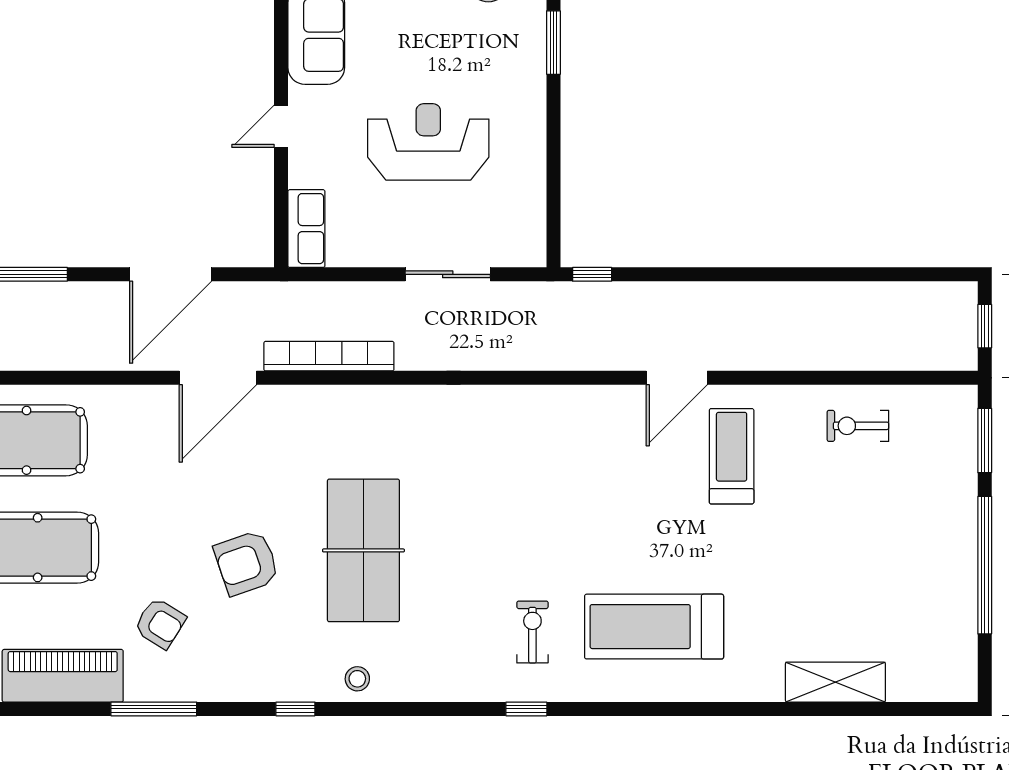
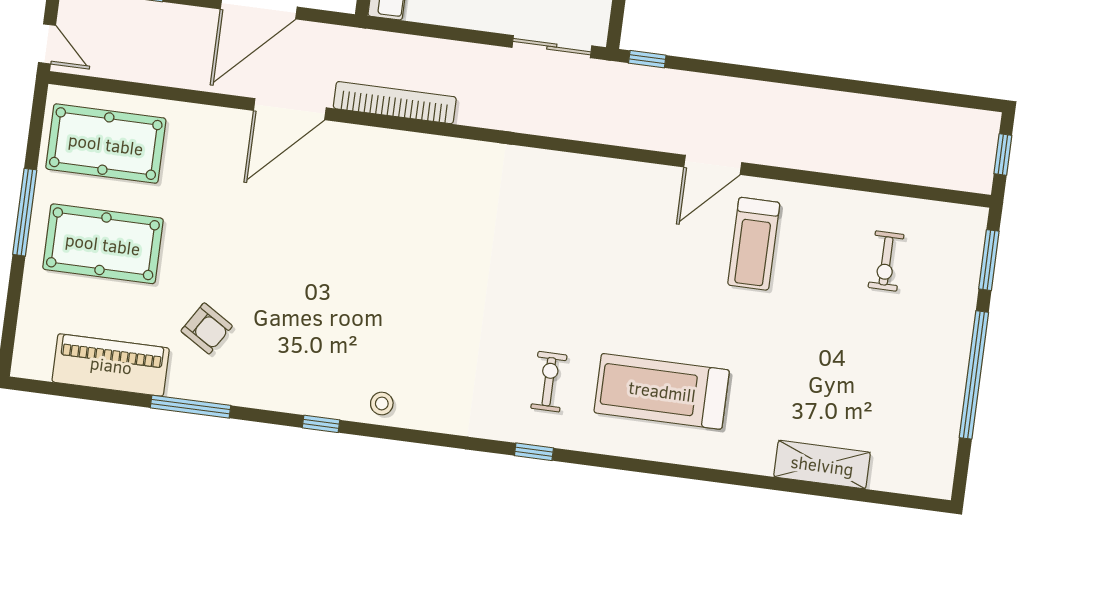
sliding door: (448, 274) -> (552, 47), moved
exercise bike: (858, 426) -> (886, 261), moved, turned -90
treadmill: (732, 456) -> (754, 244), turned 180
table tennis table: (363, 550) -> (403, 286), removed
armchair: (247, 563) -> (294, 283), removed

